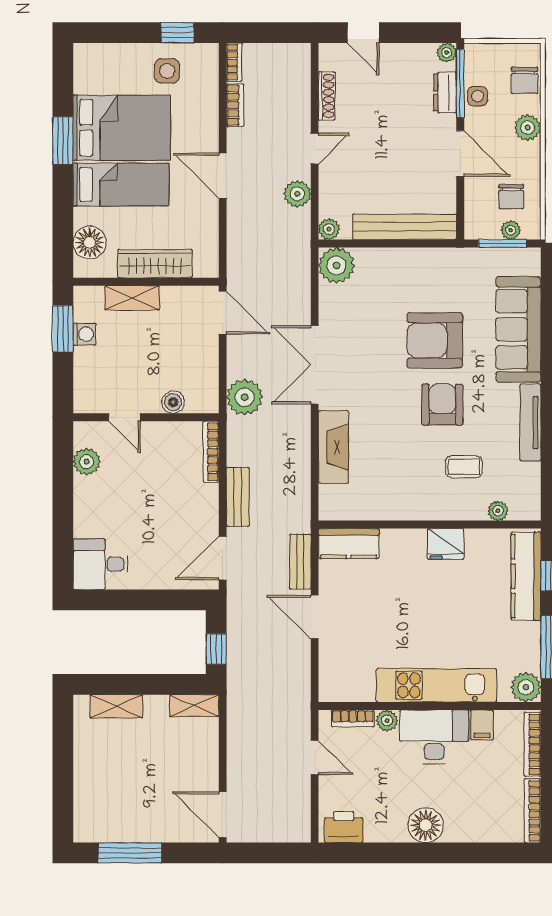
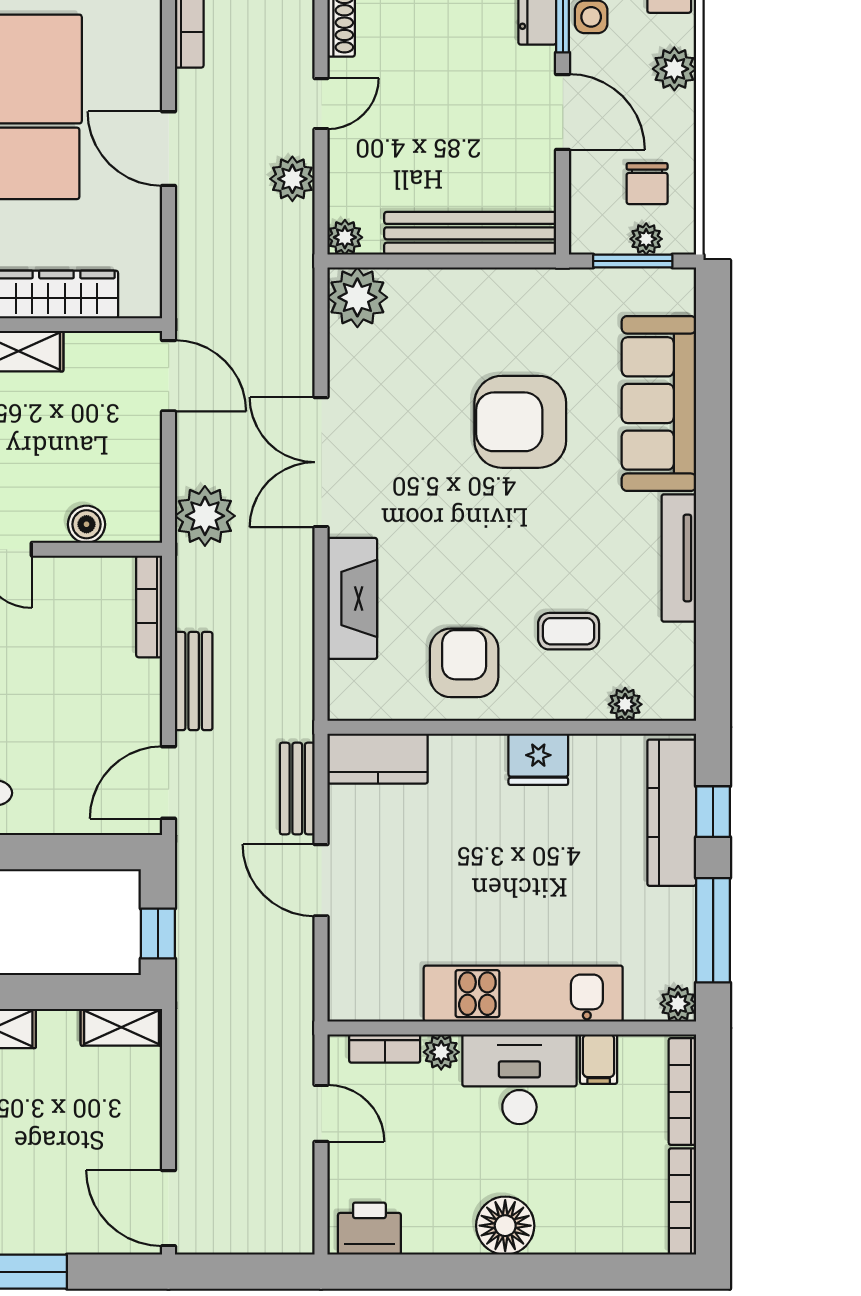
armchair: (442, 405) -> (464, 663), moved
plant: (526, 687) -> (678, 1004), width x0.73, depth x0.73

